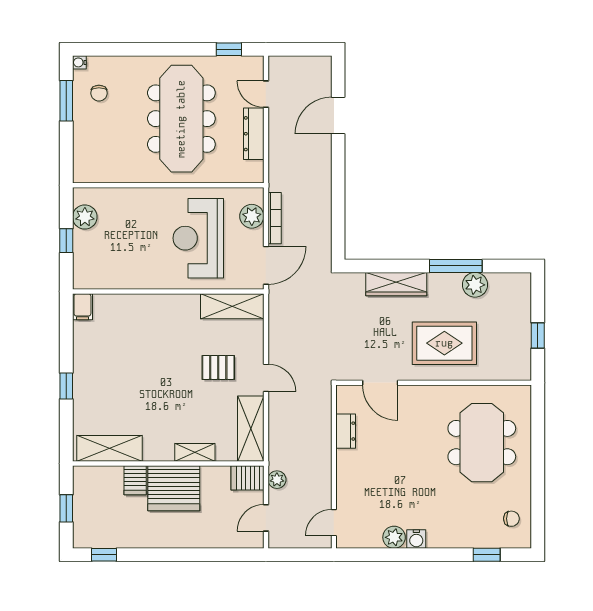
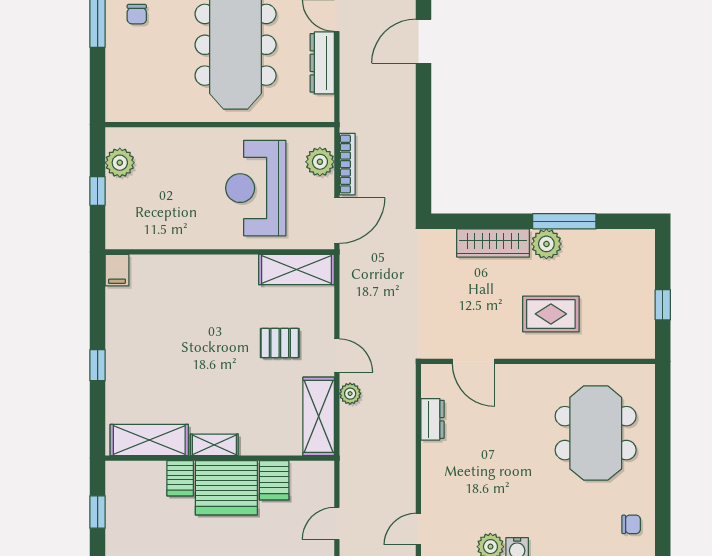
plant: (475, 285) -> (546, 244), moved
rug: (444, 343) -> (551, 314), width x0.73, depth x0.70
shelving: (195, 452) -> (214, 445), moved
server rack: (247, 478) -> (274, 480), moved, turned -90
plant: (277, 480) -> (350, 394), moved

